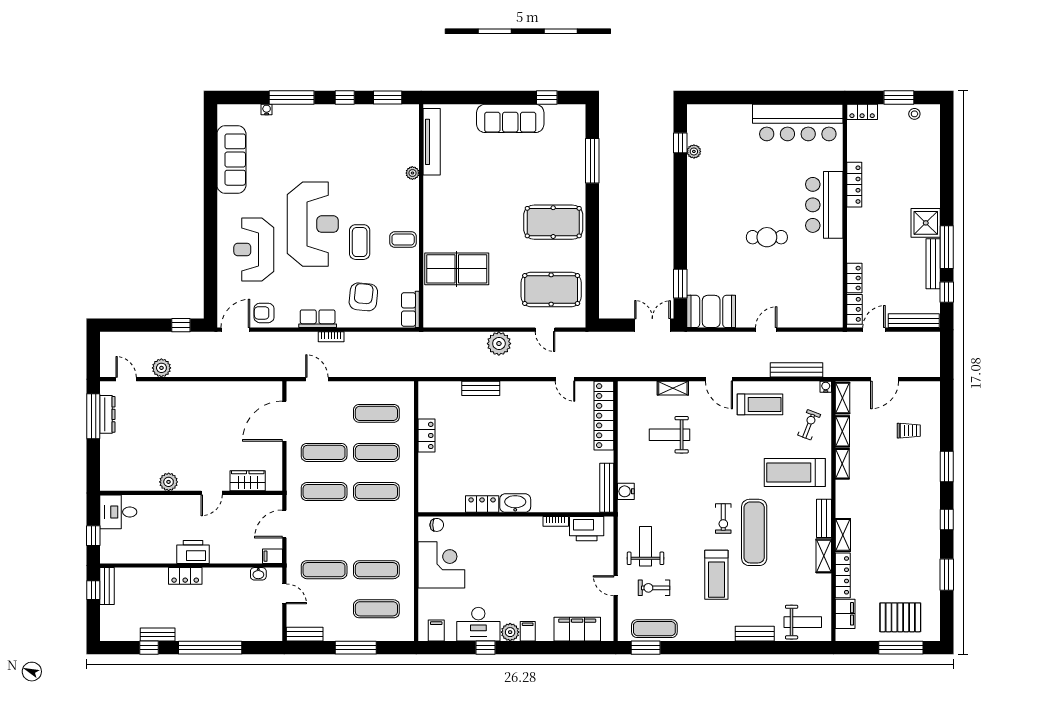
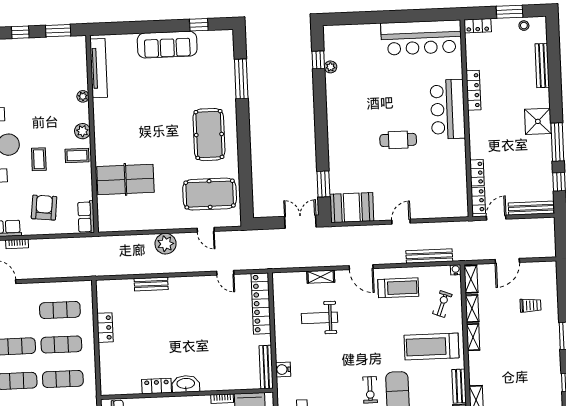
plant: (410, 212) -> (82, 131), added
pool table: (553, 222) -> (209, 135), turned 90
coffee table: (360, 242) -> (39, 159), width x0.73, depth x0.77
bench: (933, 264) -> (542, 66), moved

